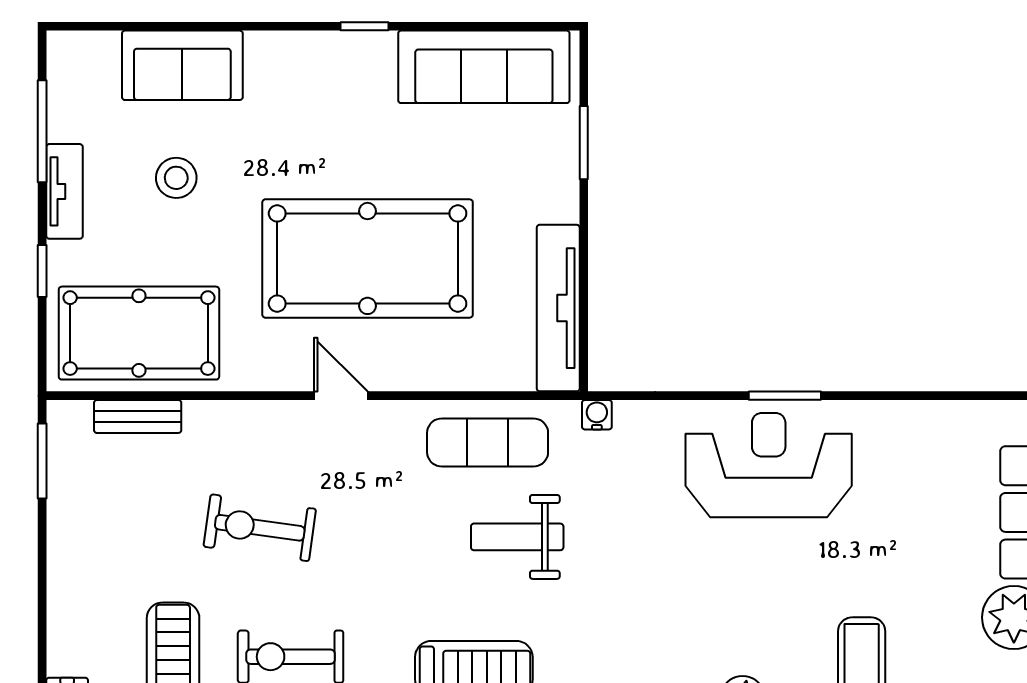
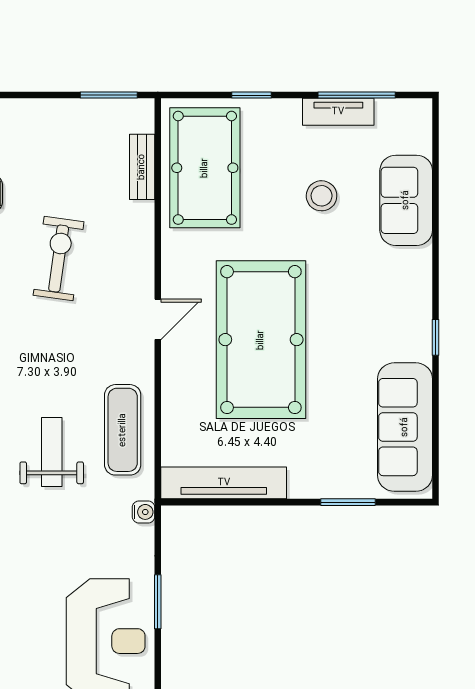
tv unit: (65, 191) -> (338, 112), moved
window: (785, 396) -> (158, 602), moved

